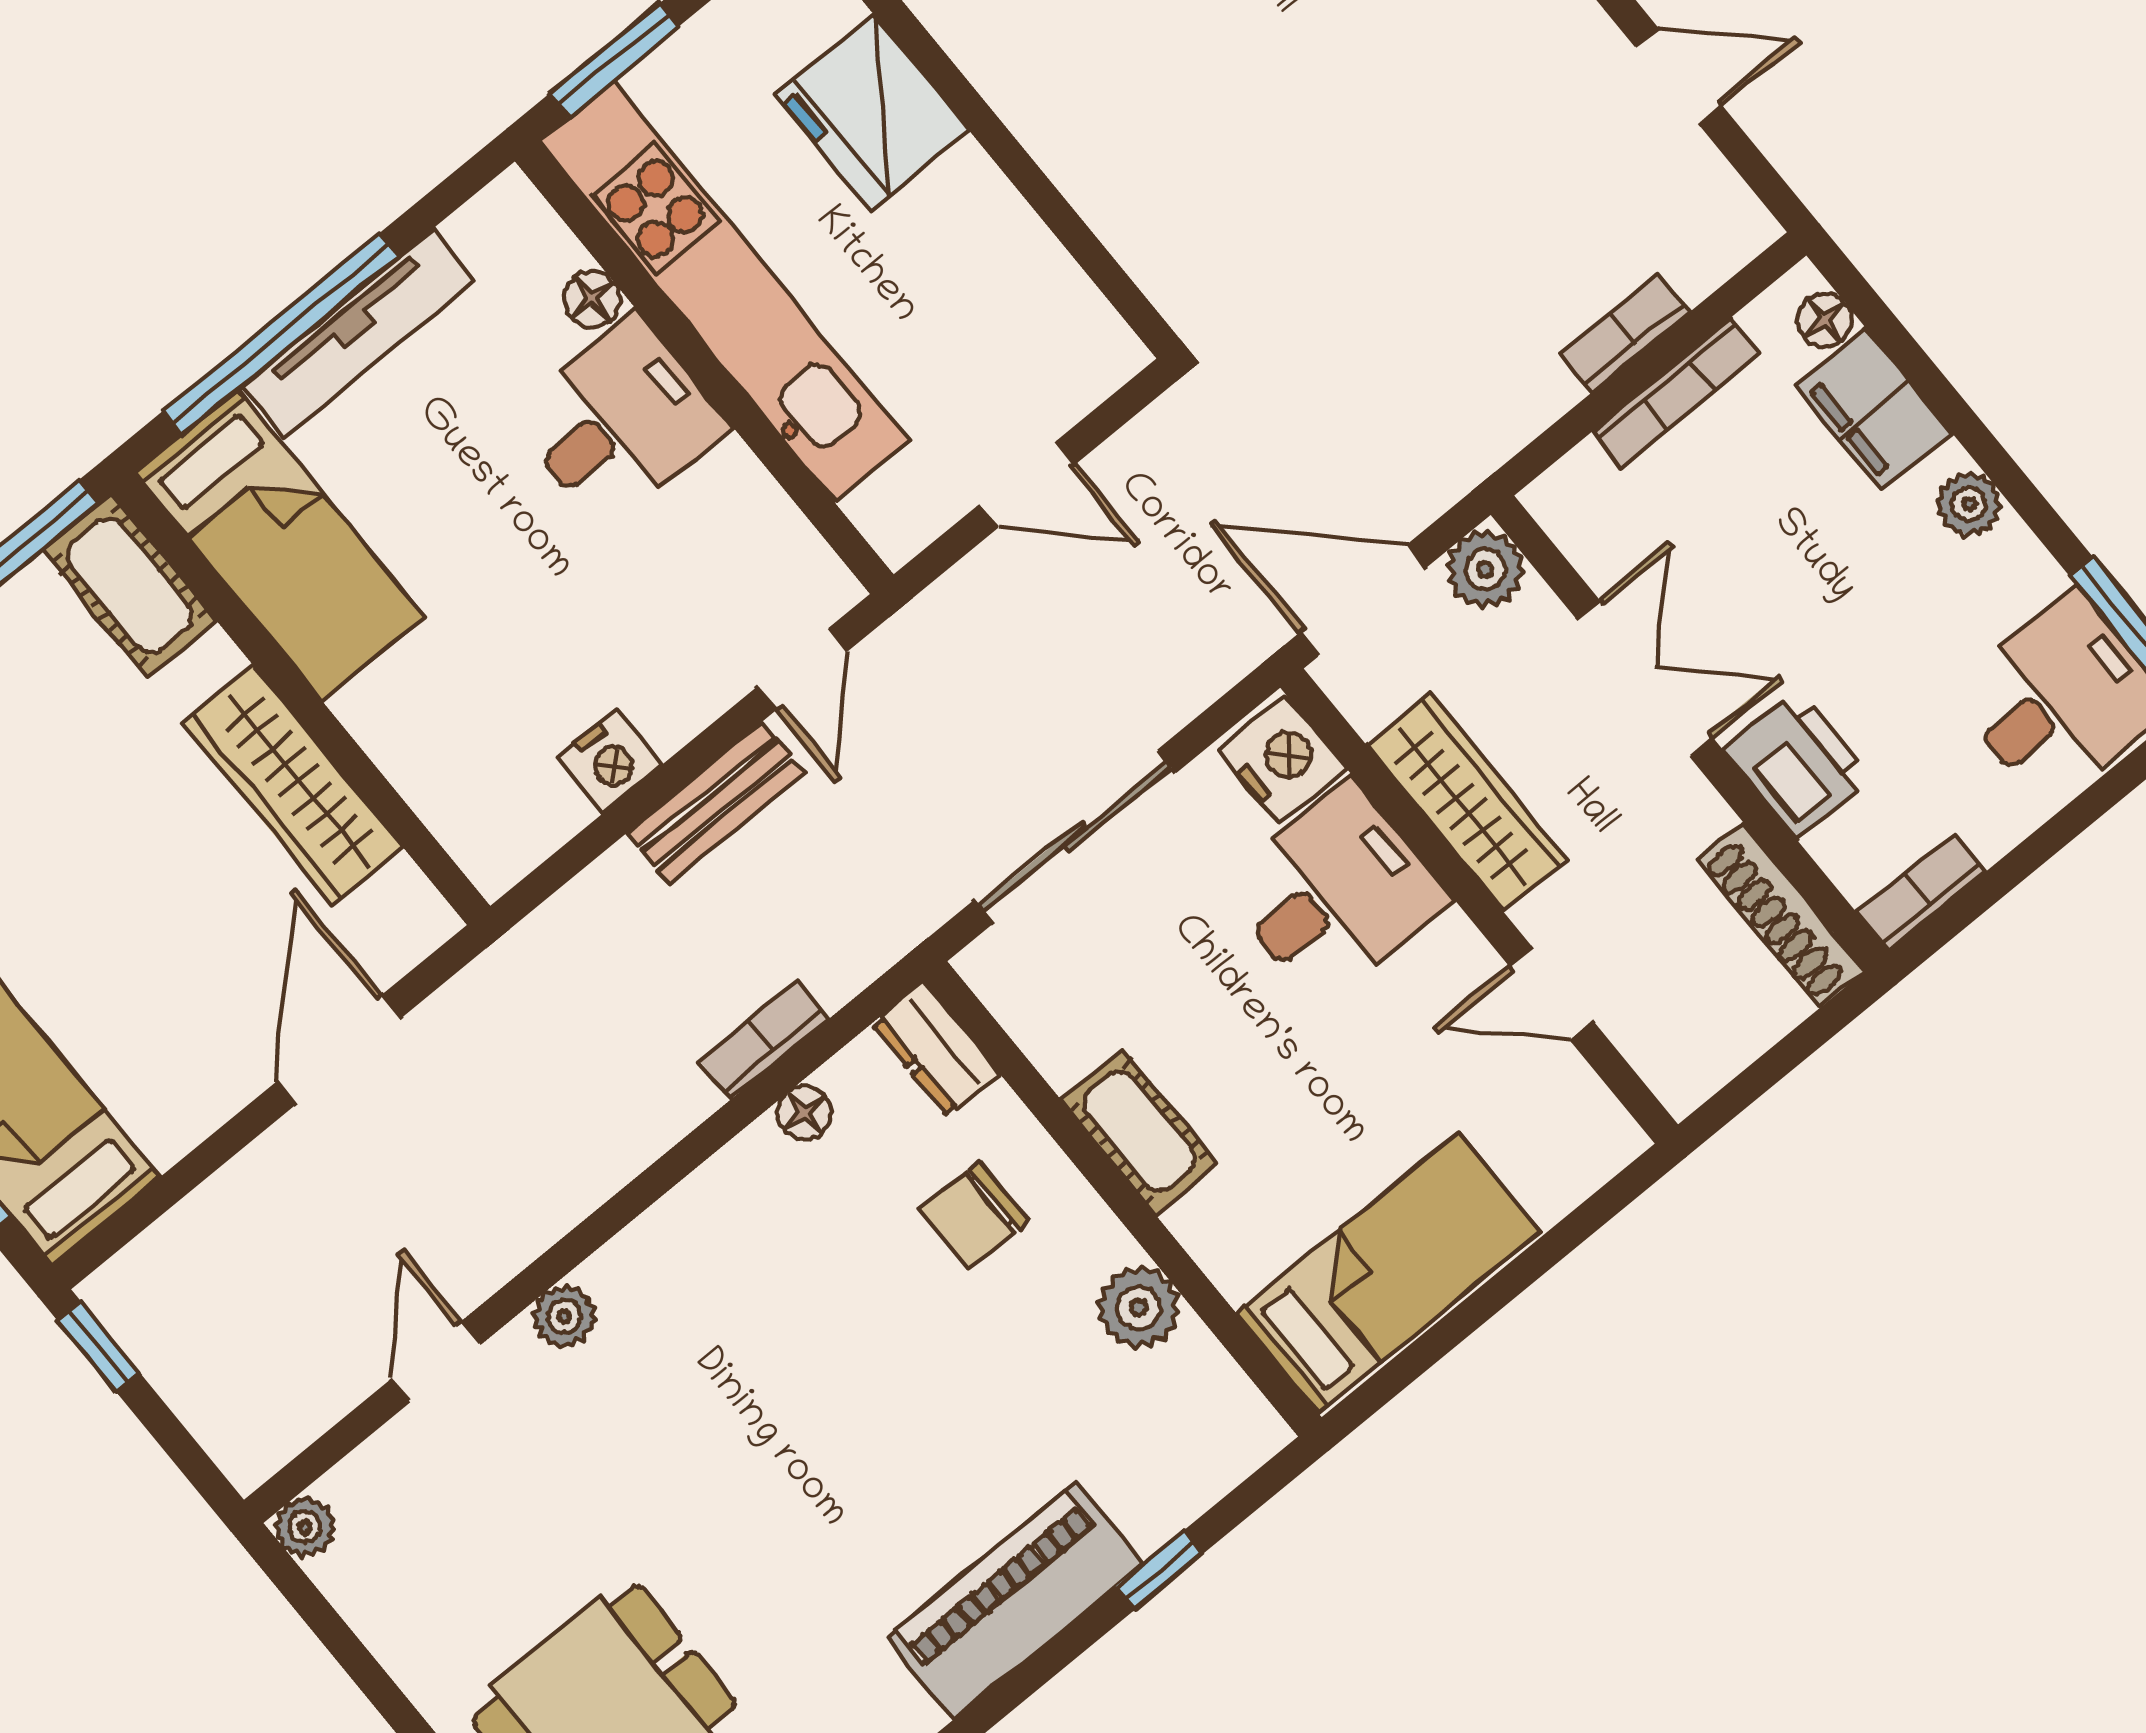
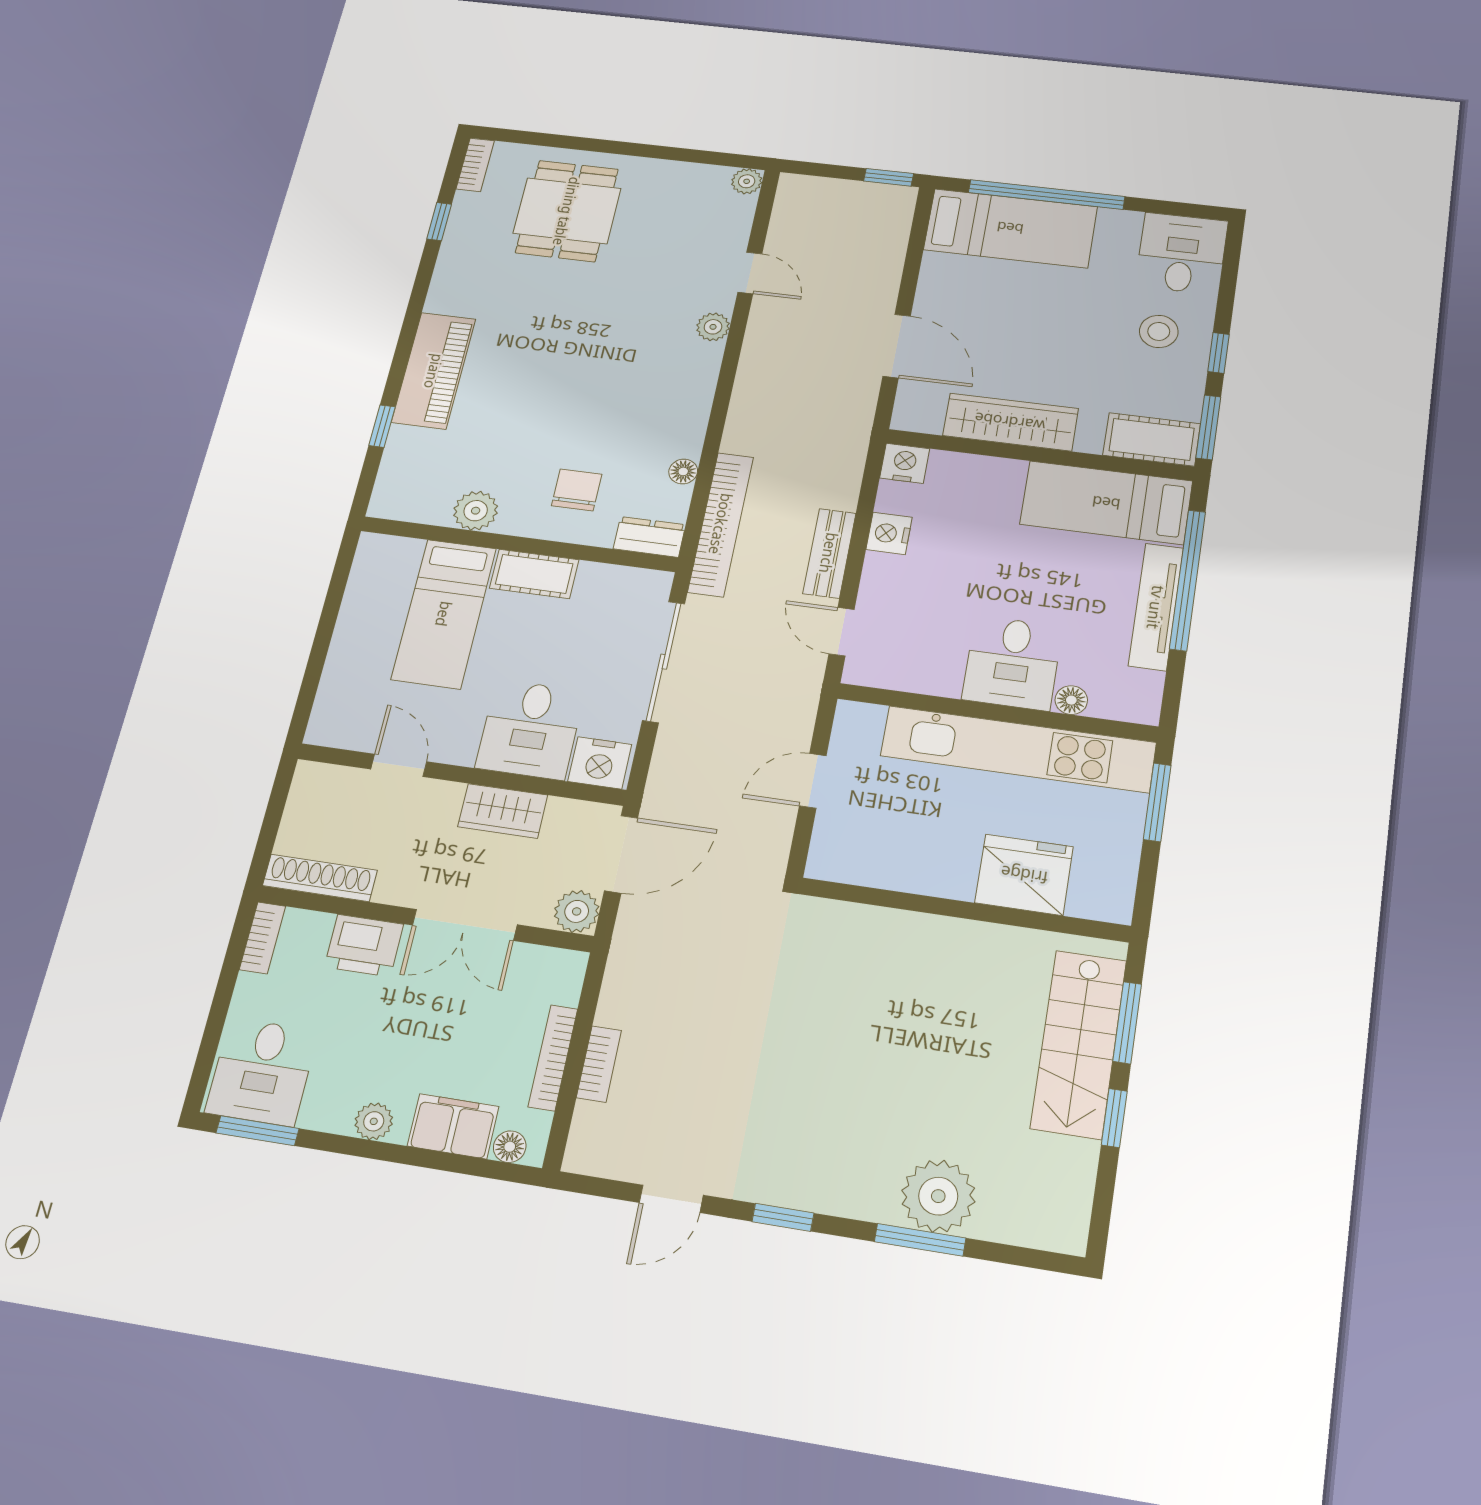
wardrobe: (1467, 802) -> (503, 811), width x0.67
nightstand: (493, 851) -> (905, 463), added
door: (1551, 994) -> (399, 765), hinge flipped
bookcase: (764, 1040) -> (721, 524), width x2.31, depth x1.31
bed: (1388, 1273) -> (444, 614), moved

